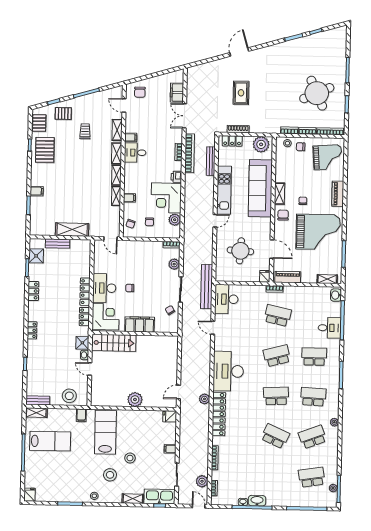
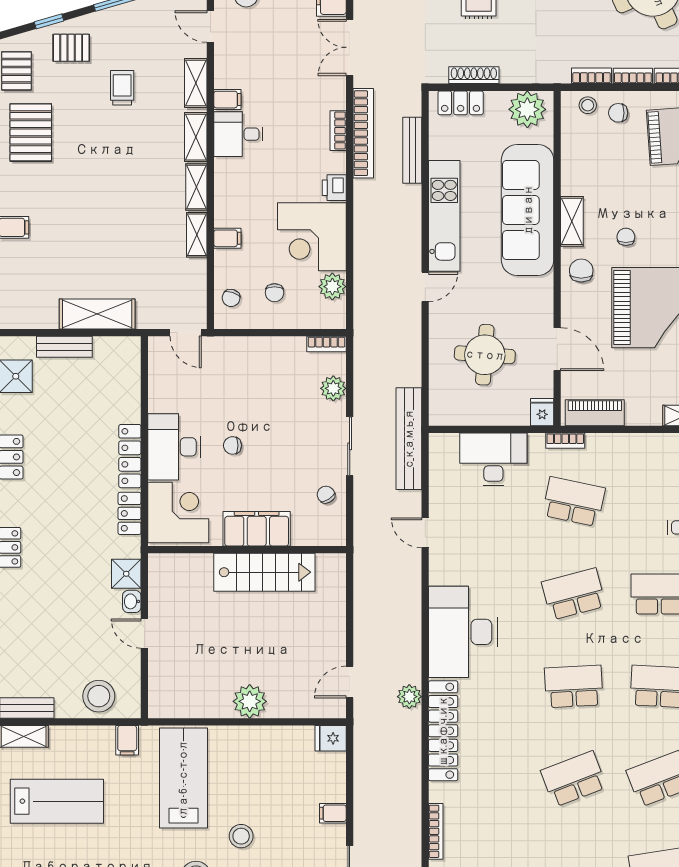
desk: (226, 299) -> (493, 459), moved, turned 90
stairs: (114, 343) -> (264, 572), moved
school desk: (275, 436) -> (574, 779), turned -45

